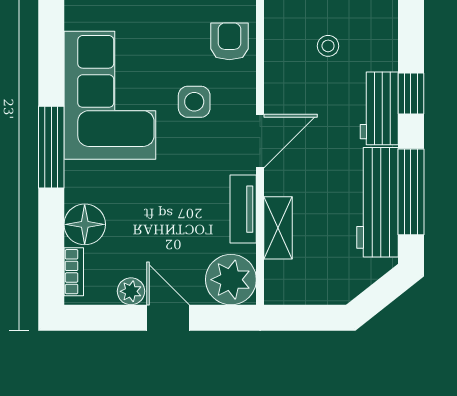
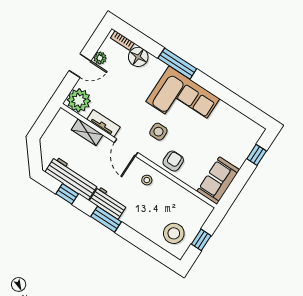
armchair: (229, 41) -> (173, 161), turned -90
stool: (328, 46) -> (147, 180), moved
window: (411, 93) -> (106, 219), width x1.50
window: (411, 192) -> (67, 194), width x0.46

